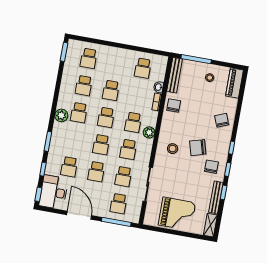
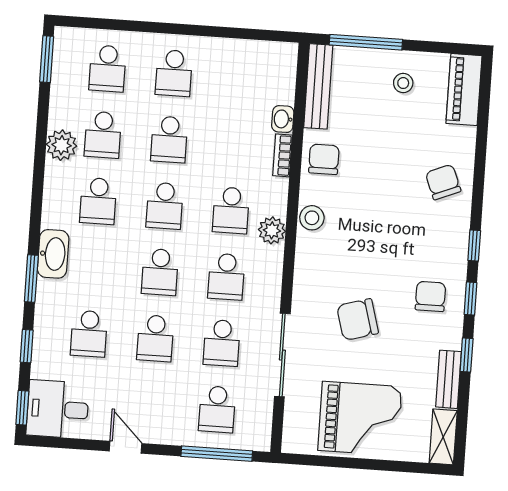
school desk: (143, 68) -> (174, 73), moved
plant: (61, 115) -> (62, 145), moved
washbasin: (58, 132) -> (53, 254), added
chair: (198, 148) -> (358, 320), moved
stool: (173, 149) -> (312, 218), moved
desk: (54, 192) -> (58, 409), width x0.73
bench: (216, 197) -> (449, 379), width x0.73
door: (79, 215) -> (125, 447), width x0.53

